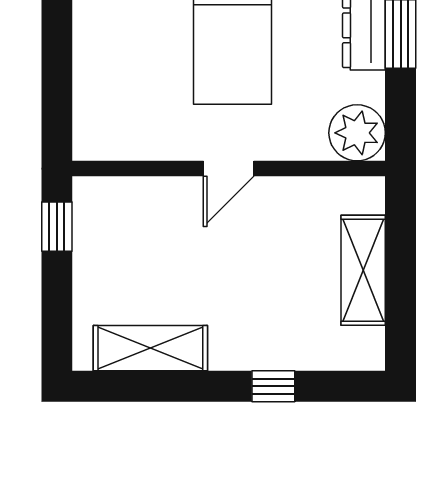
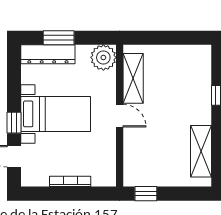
bookcase: (84, 60) -> (70, 181), added
shelving: (363, 270) -> (133, 78), moved, turned 90

